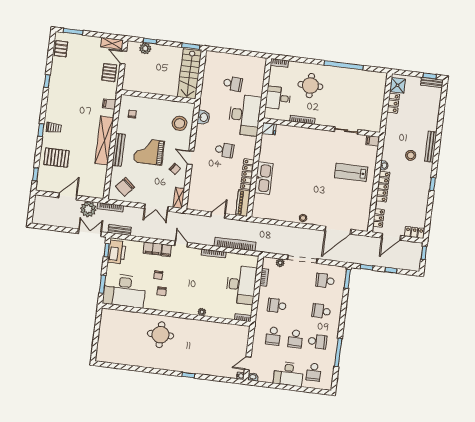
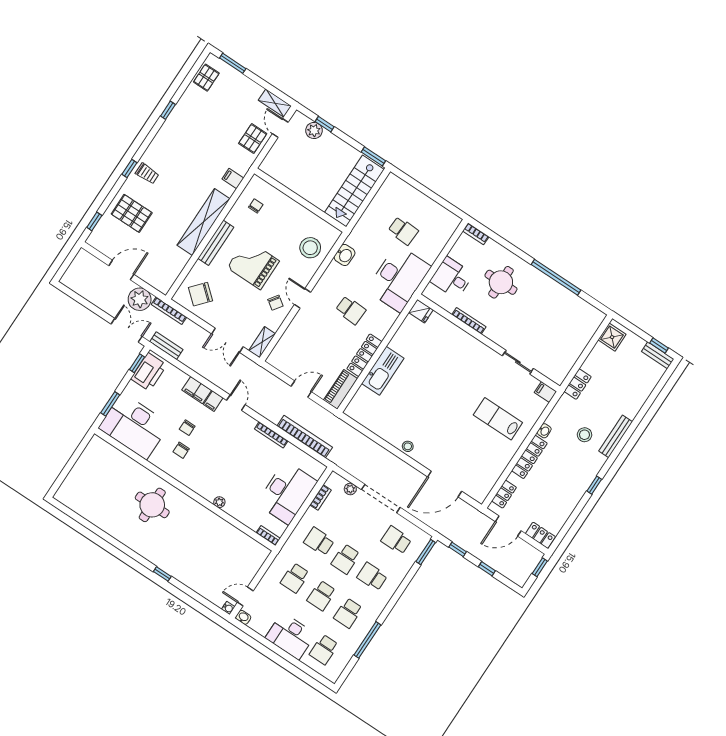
locker: (393, 103) -> (578, 384), moved
school desk: (299, 308) -> (346, 559), added
school desk: (317, 342) -> (348, 613), turned 90

